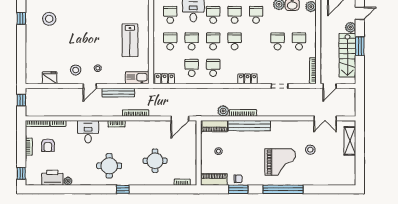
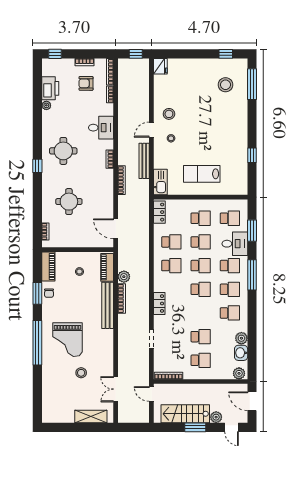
fridge: (50, 78) -> (160, 66), moved
door: (90, 86) -> (151, 130), hinge flipped

